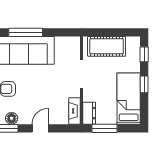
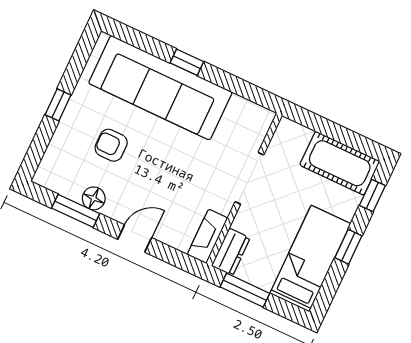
window: (26, 32) -> (187, 62), width x0.46
cot: (107, 46) -> (340, 163), moved

